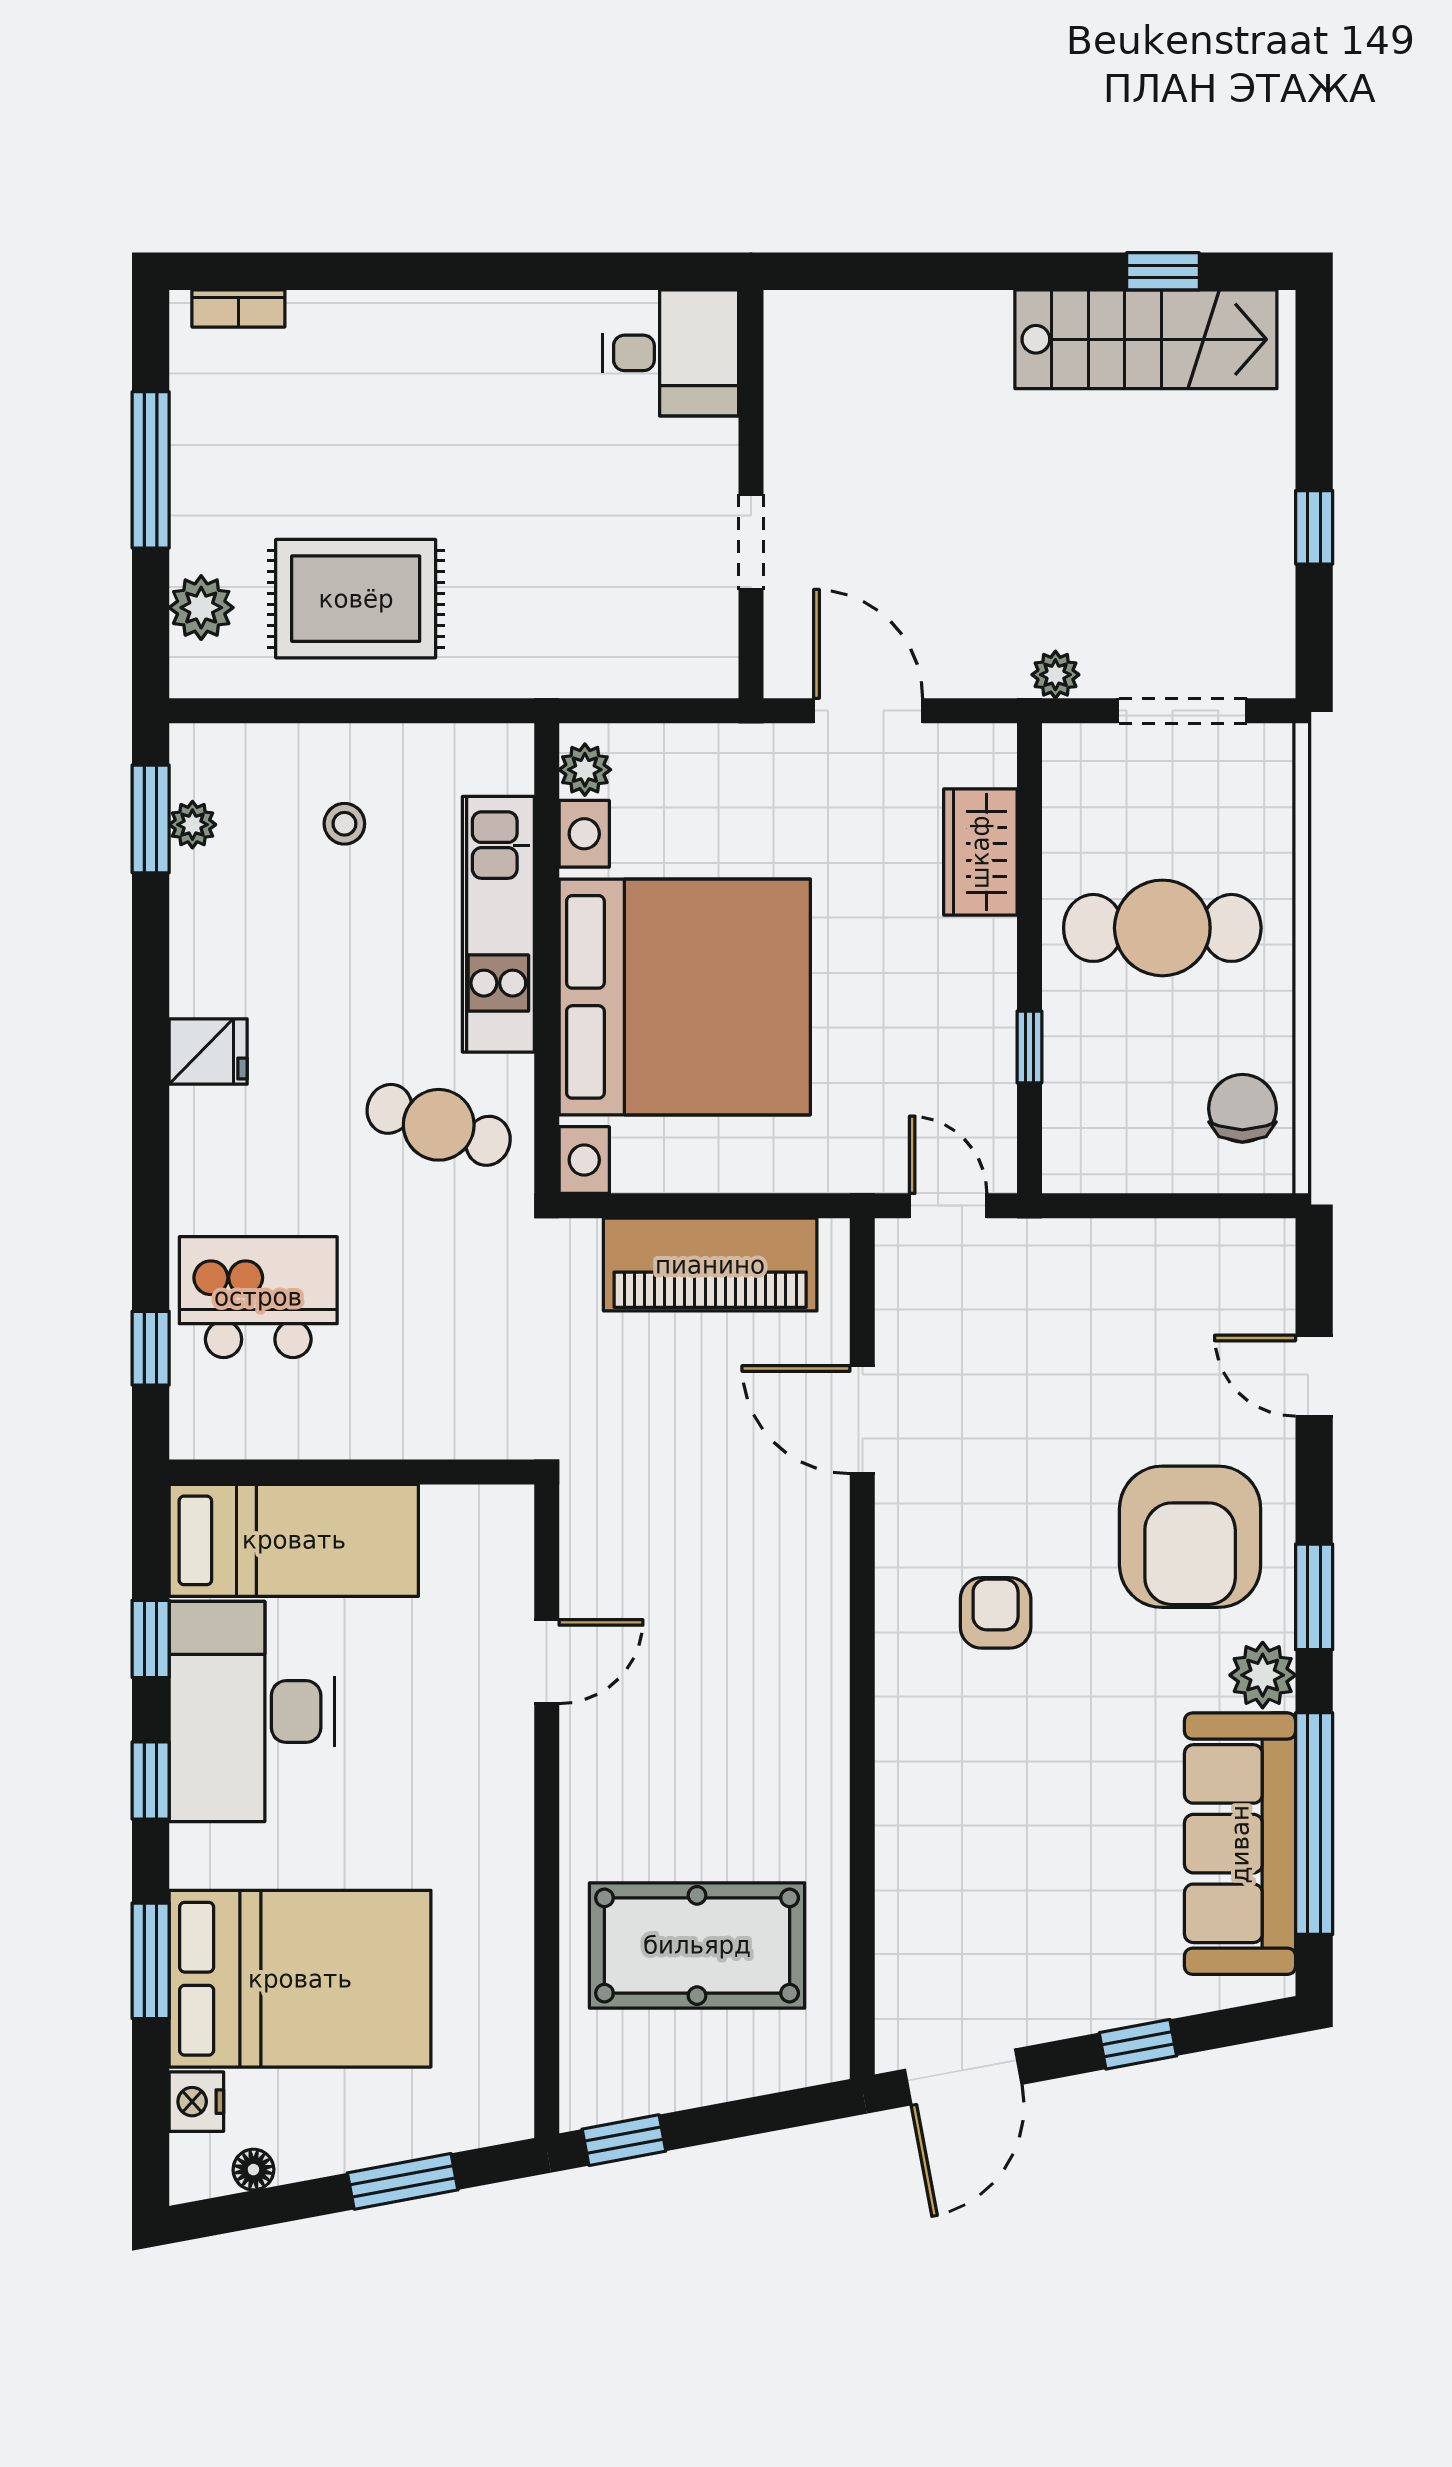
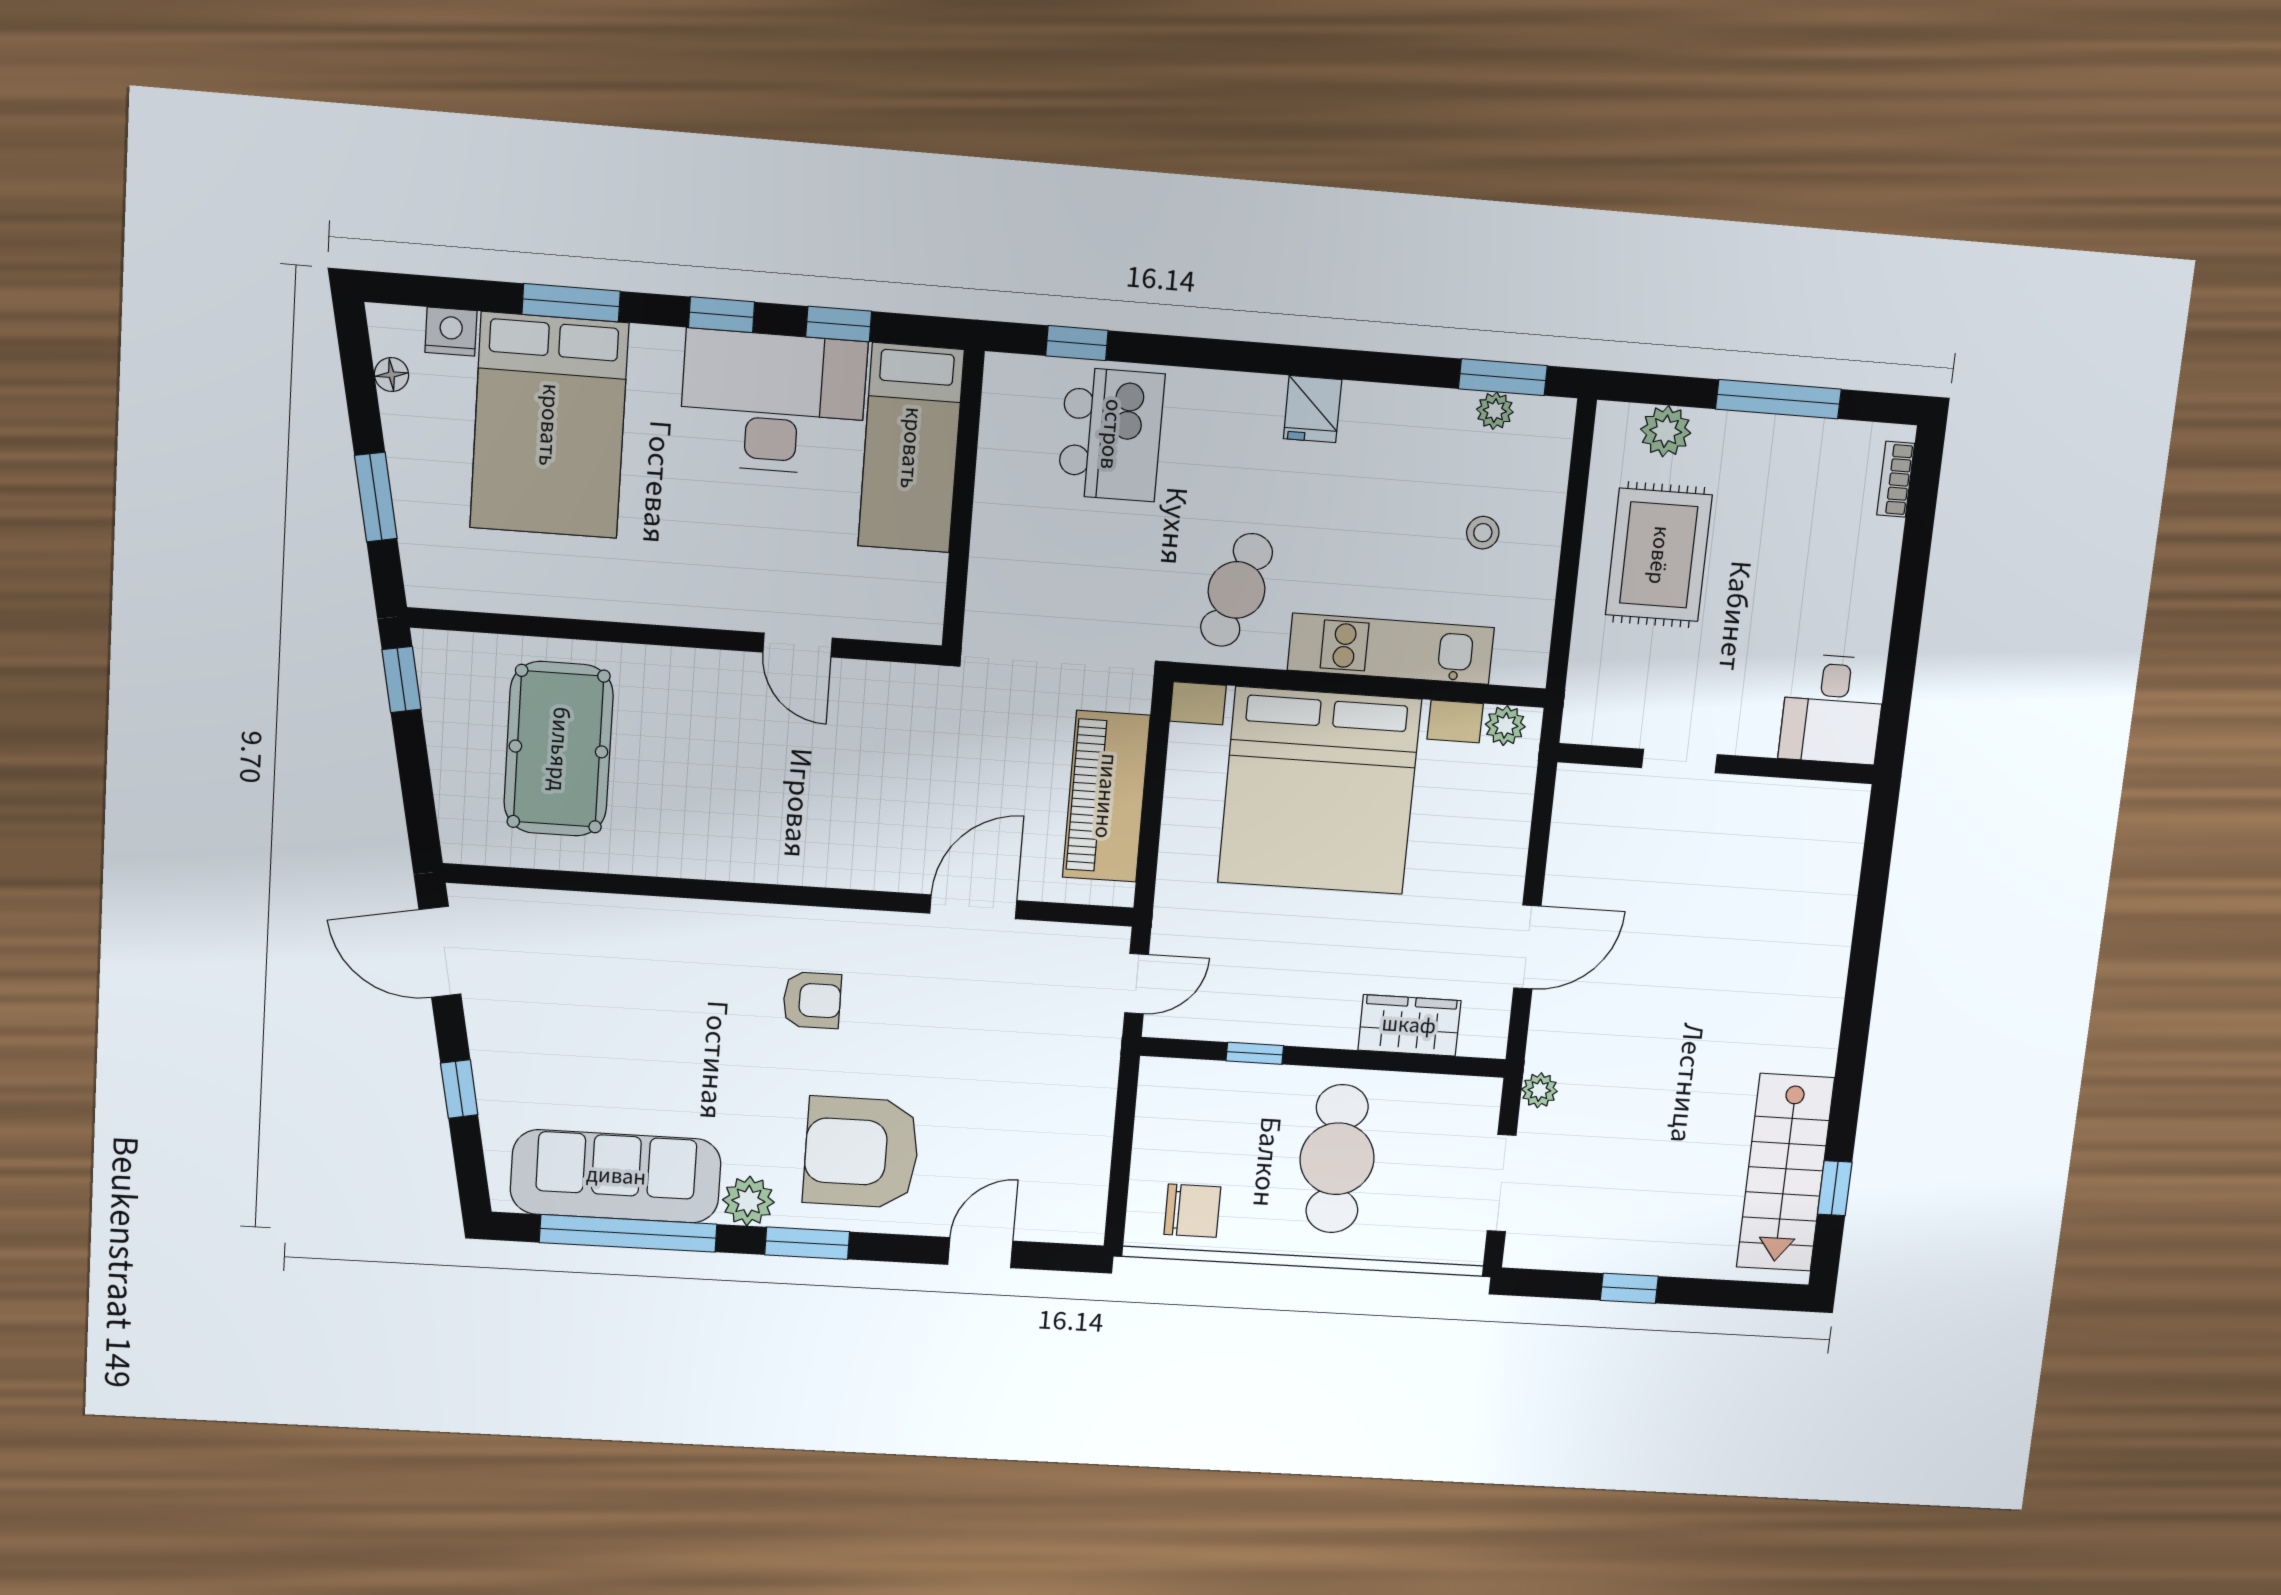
desk: (671, 353) -> (1832, 709), moved
wall: (751, 494) -> (1716, 764), moved
doorway: (751, 542) -> (1679, 761), moved

